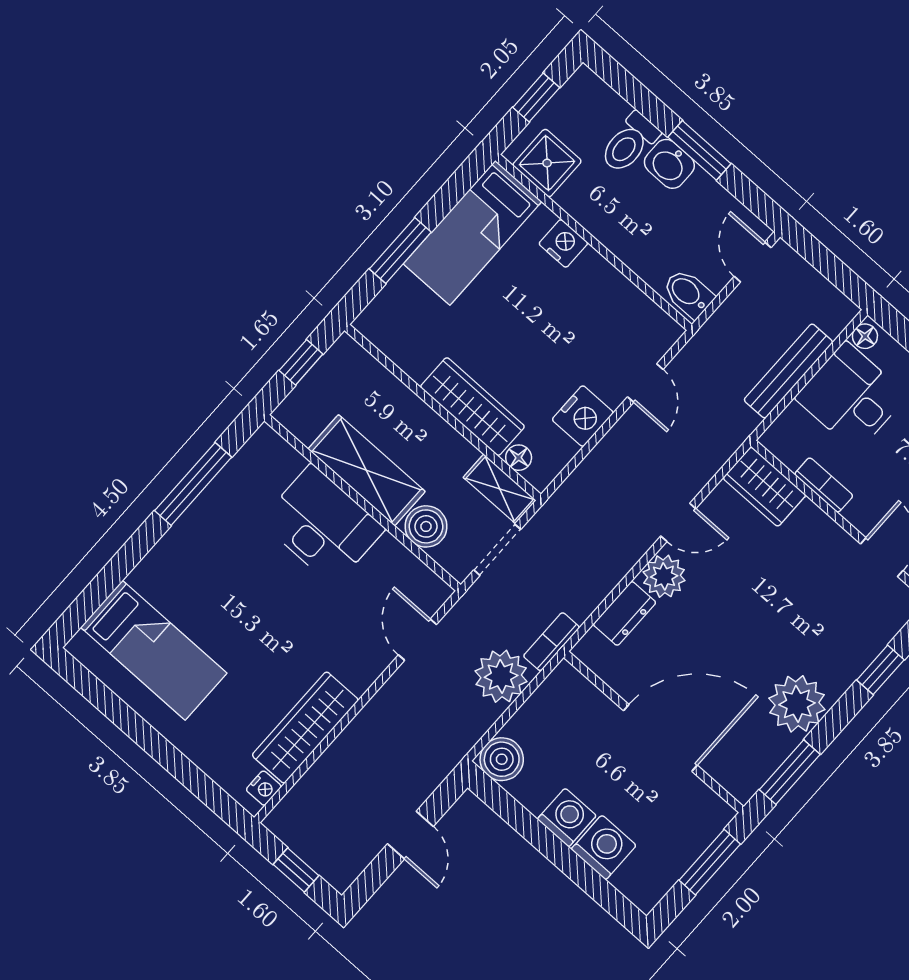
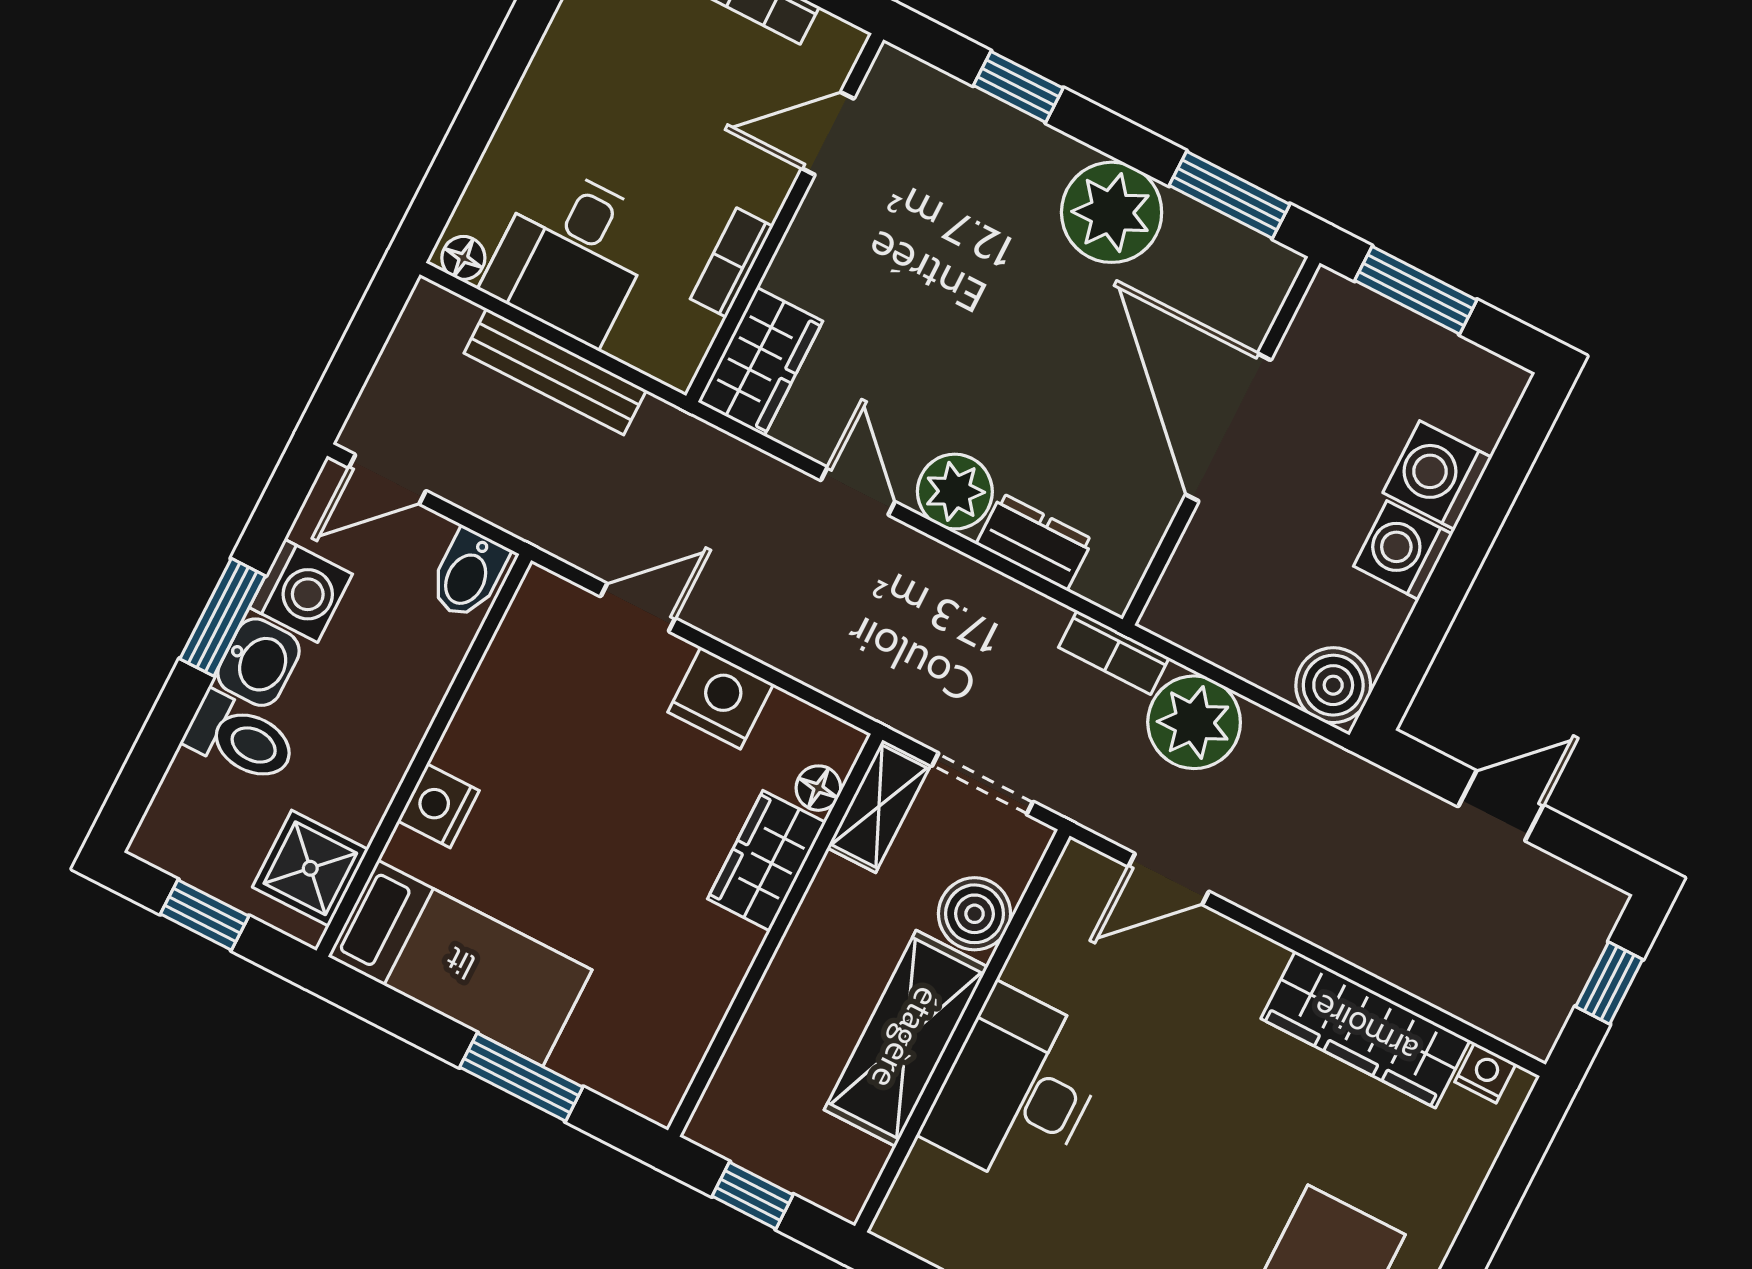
washing machine: (703, 198) -> (301, 591), added
wardrobe: (472, 407) -> (767, 861), width x0.67

